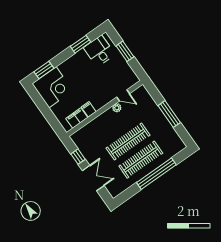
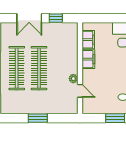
door: (123, 95) -> (80, 91), swing flipped
filing cabinet: (89, 109) -> (88, 59), width x2.00
window: (169, 114) -> (38, 118), width x0.69

